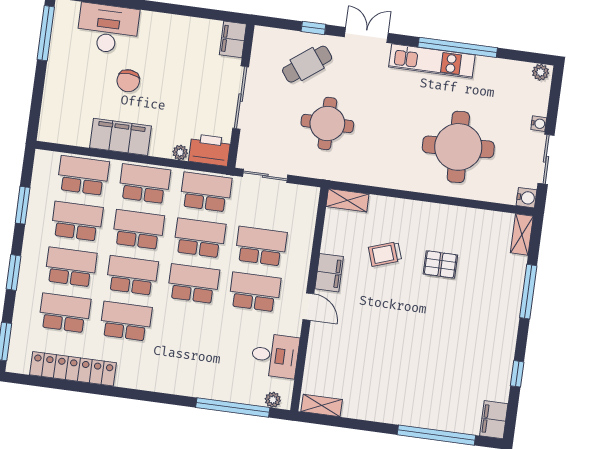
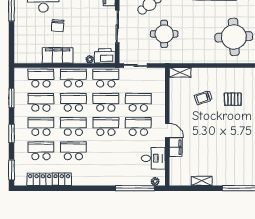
filing cabinet: (329, 273) -> (176, 147), moved
shelving: (322, 405) -> (202, 181), moved

